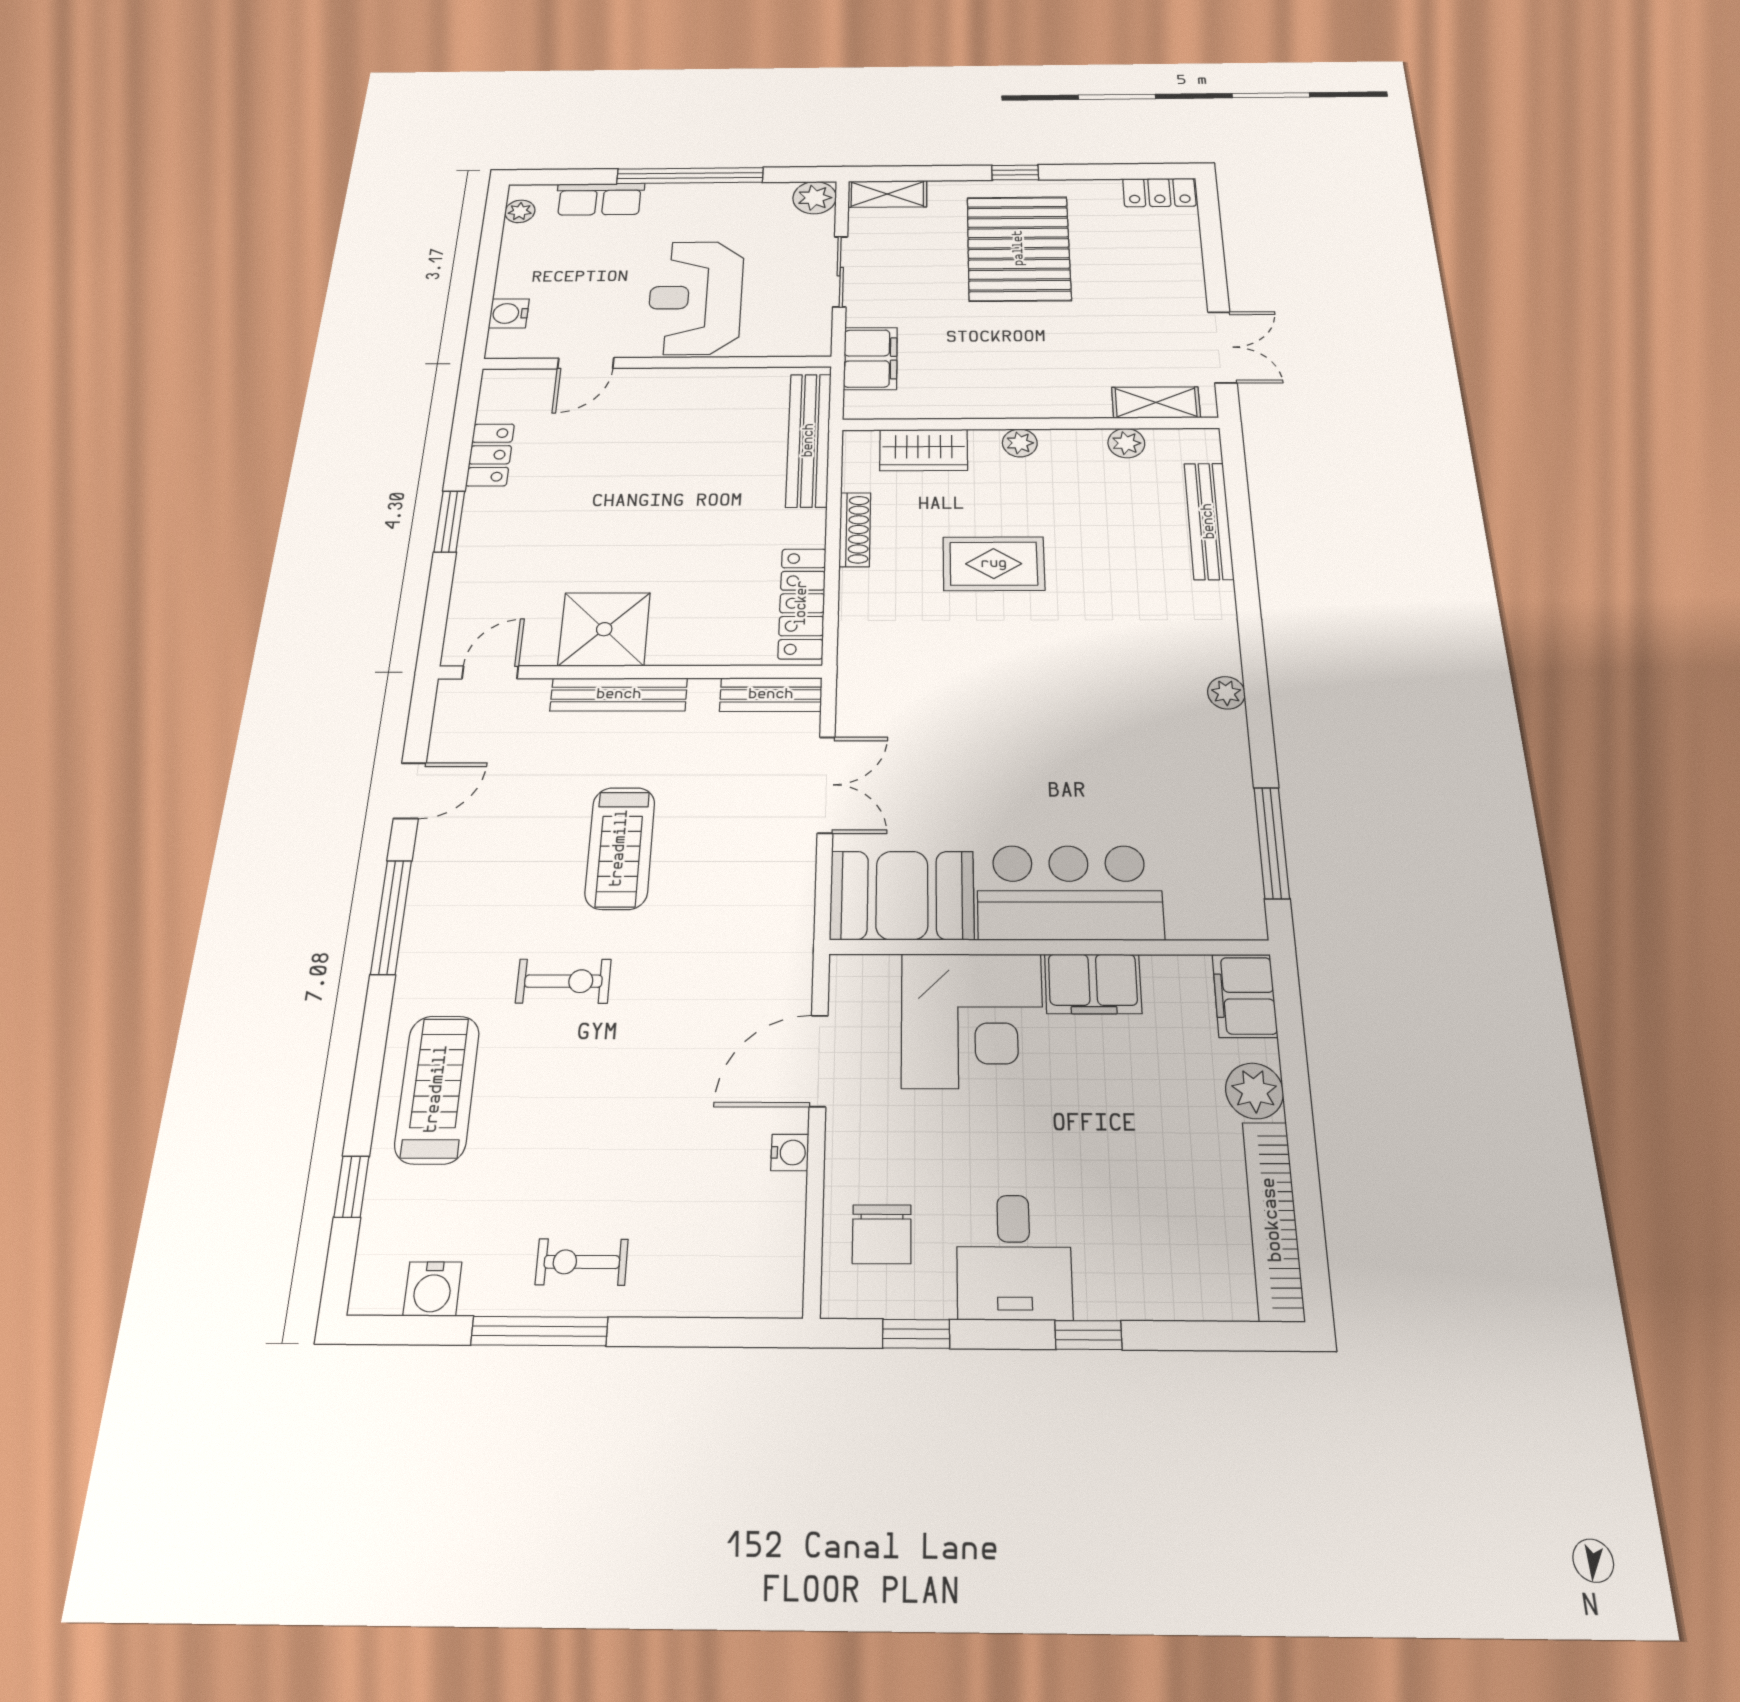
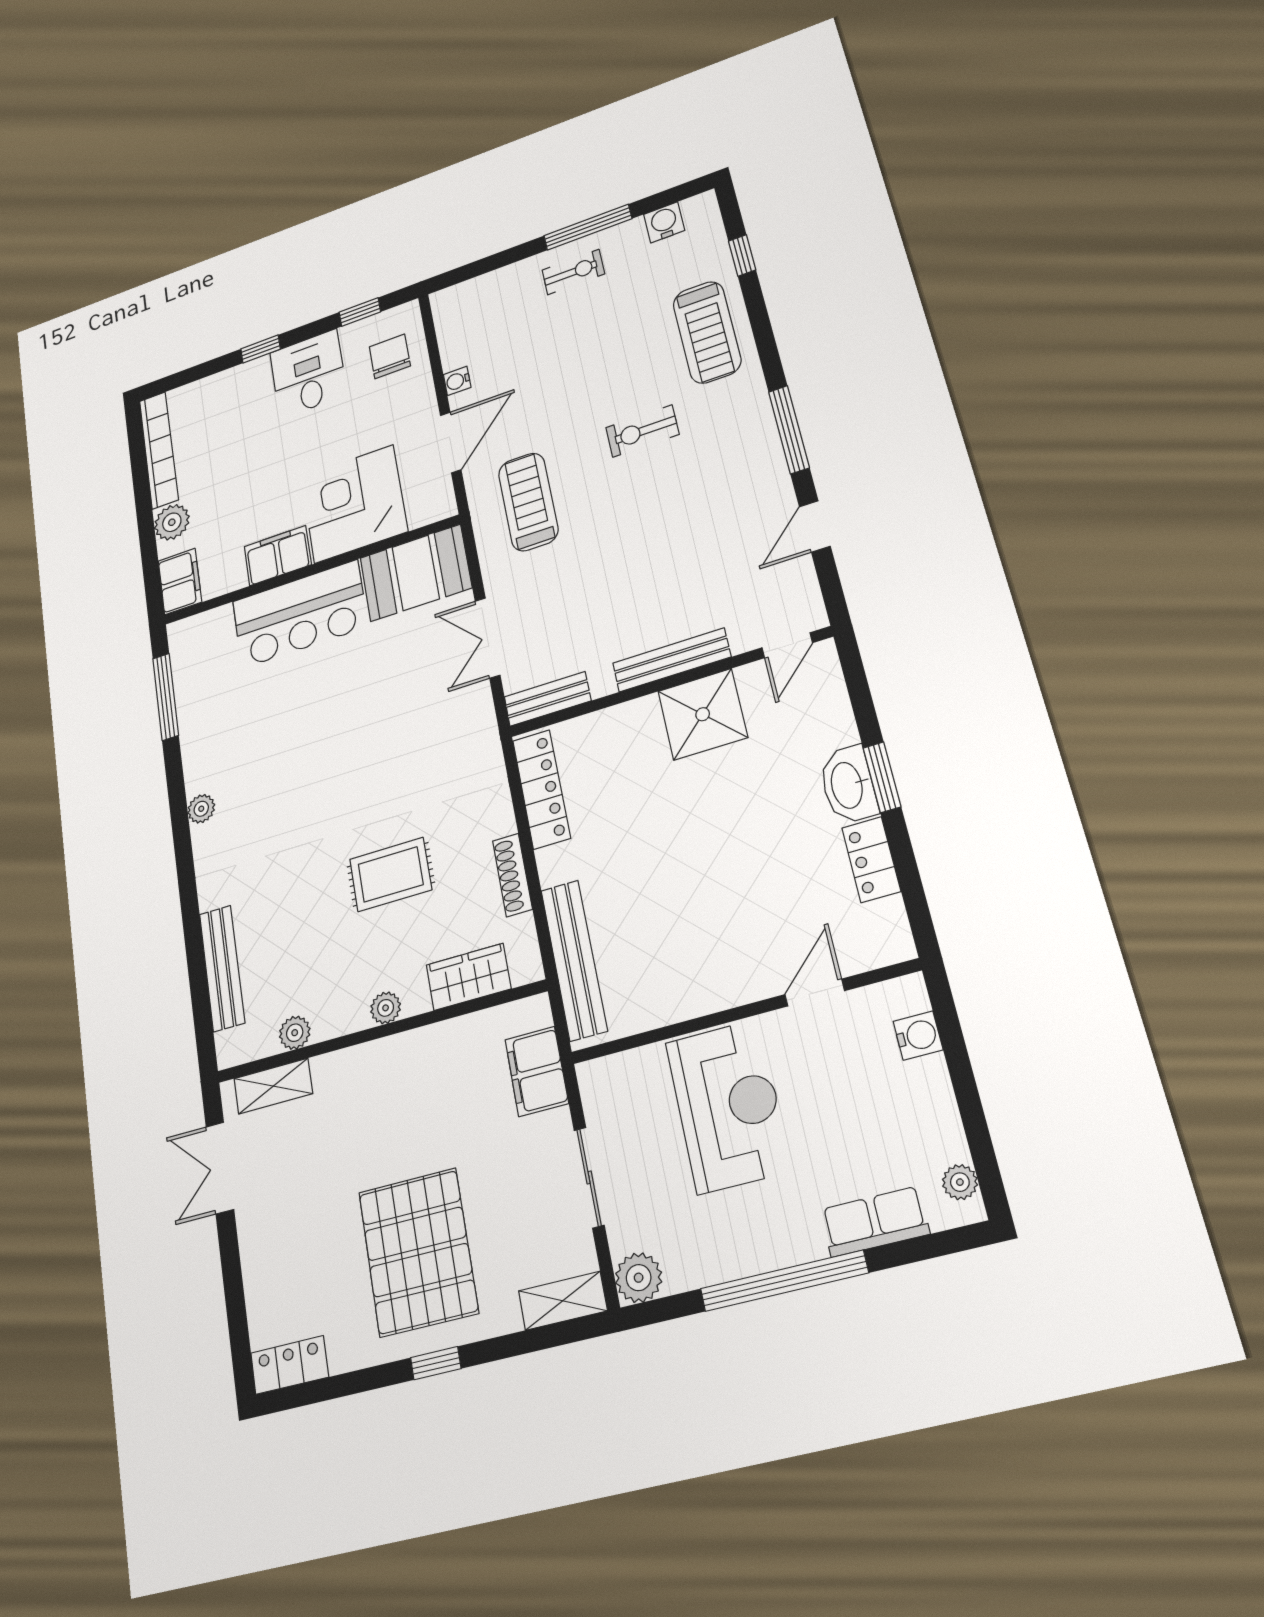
washbasin: (484, 523) -> (848, 785), added
treadmill: (620, 848) -> (528, 502), moved

